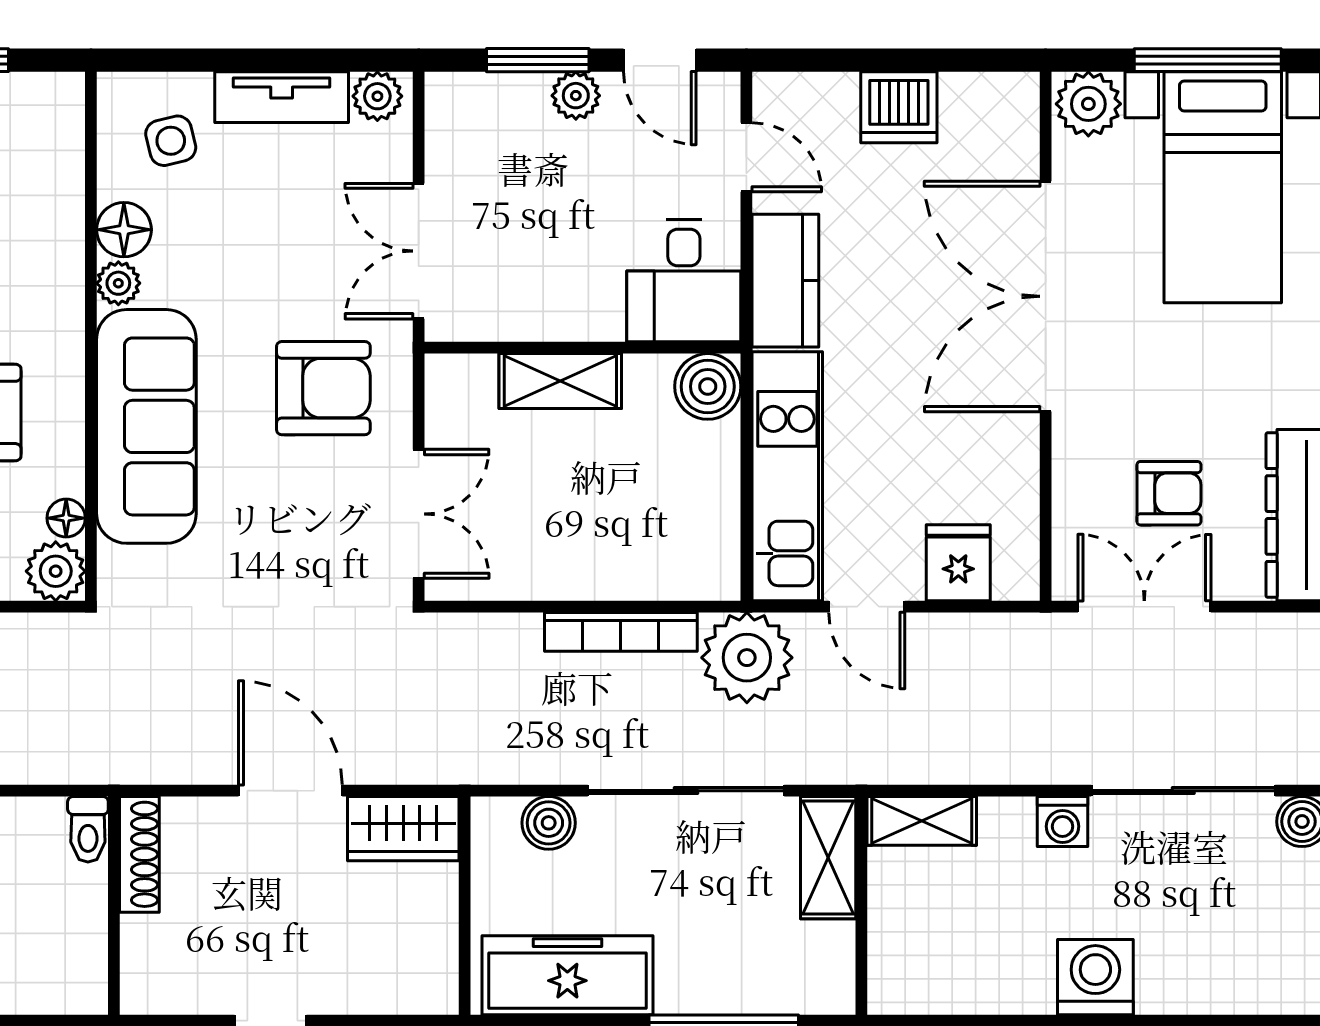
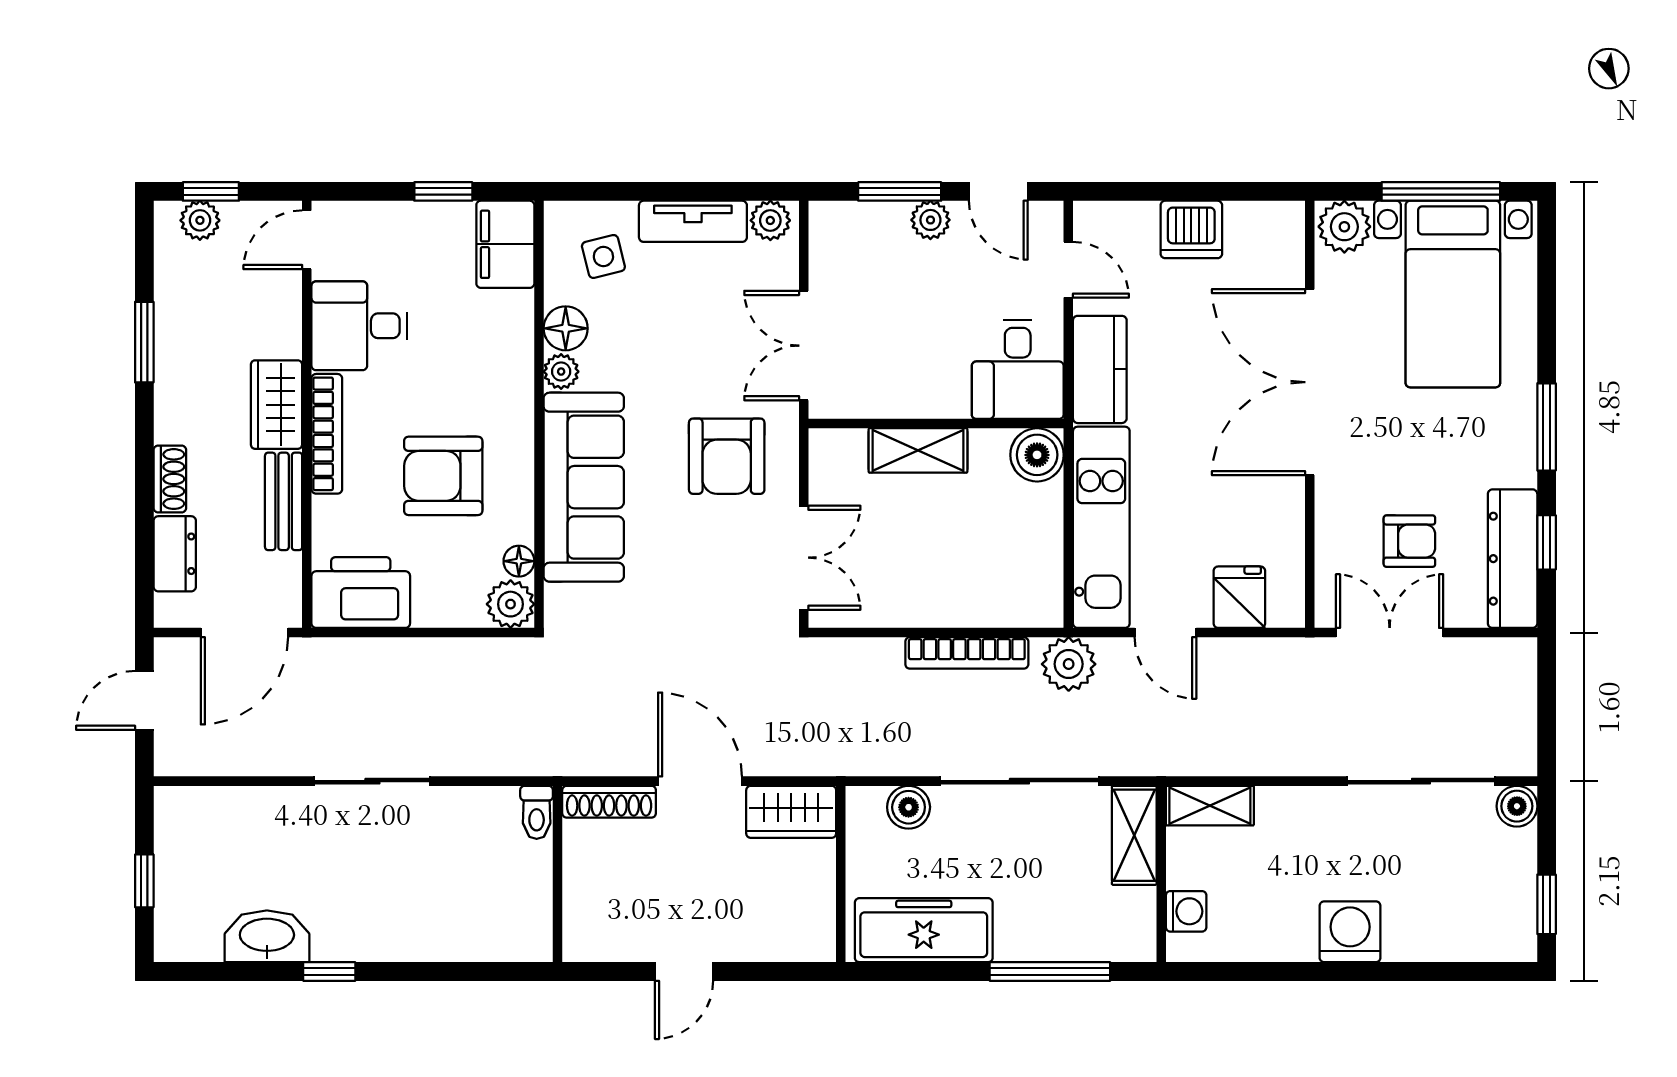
filing cabinet: (49, 126) -> (505, 244), added
armchair: (323, 388) -> (727, 456), turned 90
plant: (747, 658) -> (1069, 664), width x0.73, depth x0.73
washing machine: (1063, 821) -> (1186, 911), moved, turned -90
shoe rack: (139, 854) -> (609, 802), moved, turned 90

